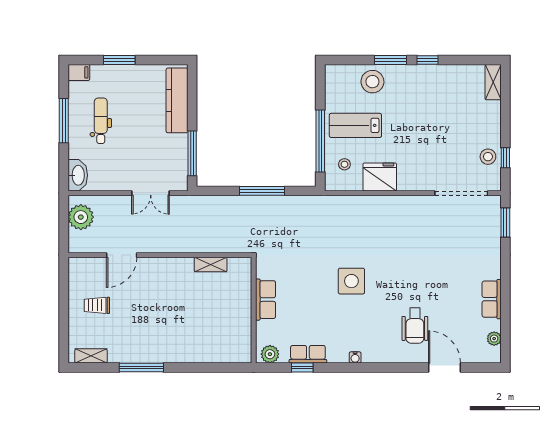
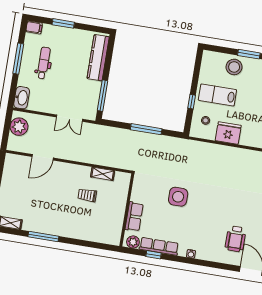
window: (320, 141) -> (192, 102), width x0.32
side table: (351, 281) -> (178, 197), moved
row of seats: (266, 300) -> (134, 217), moved
trolley: (97, 305) -> (87, 195), moved
row of seats: (308, 354) -> (159, 246), width x1.48

